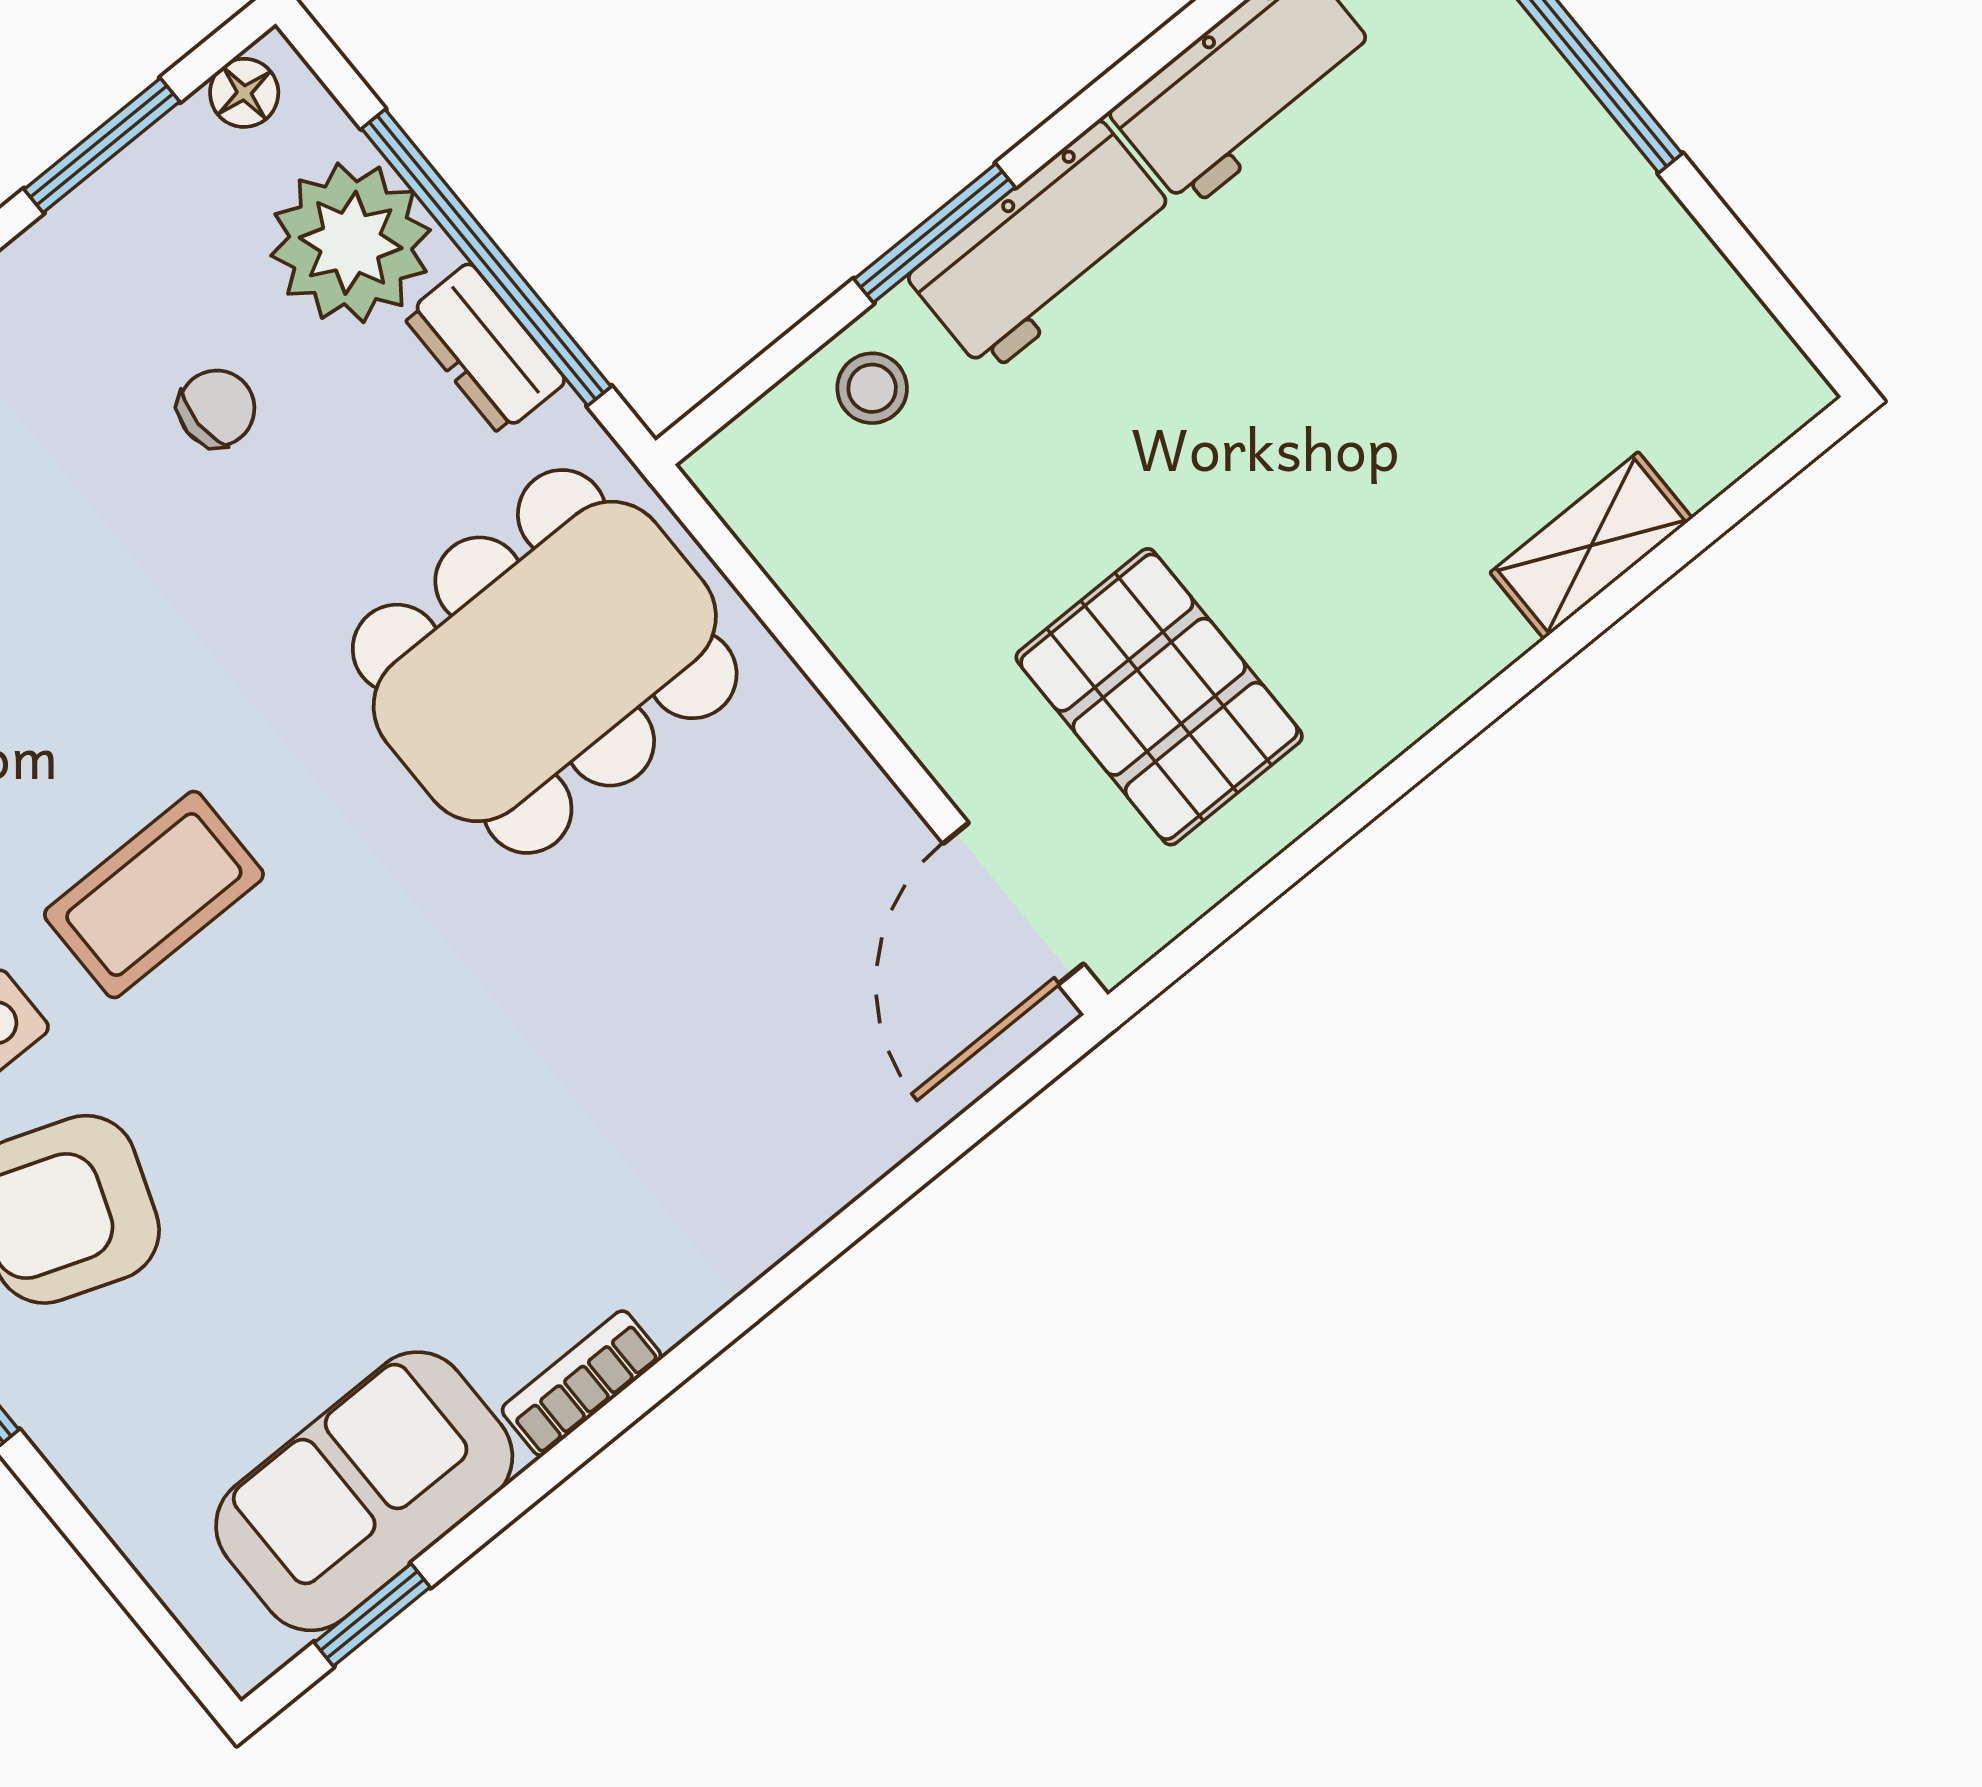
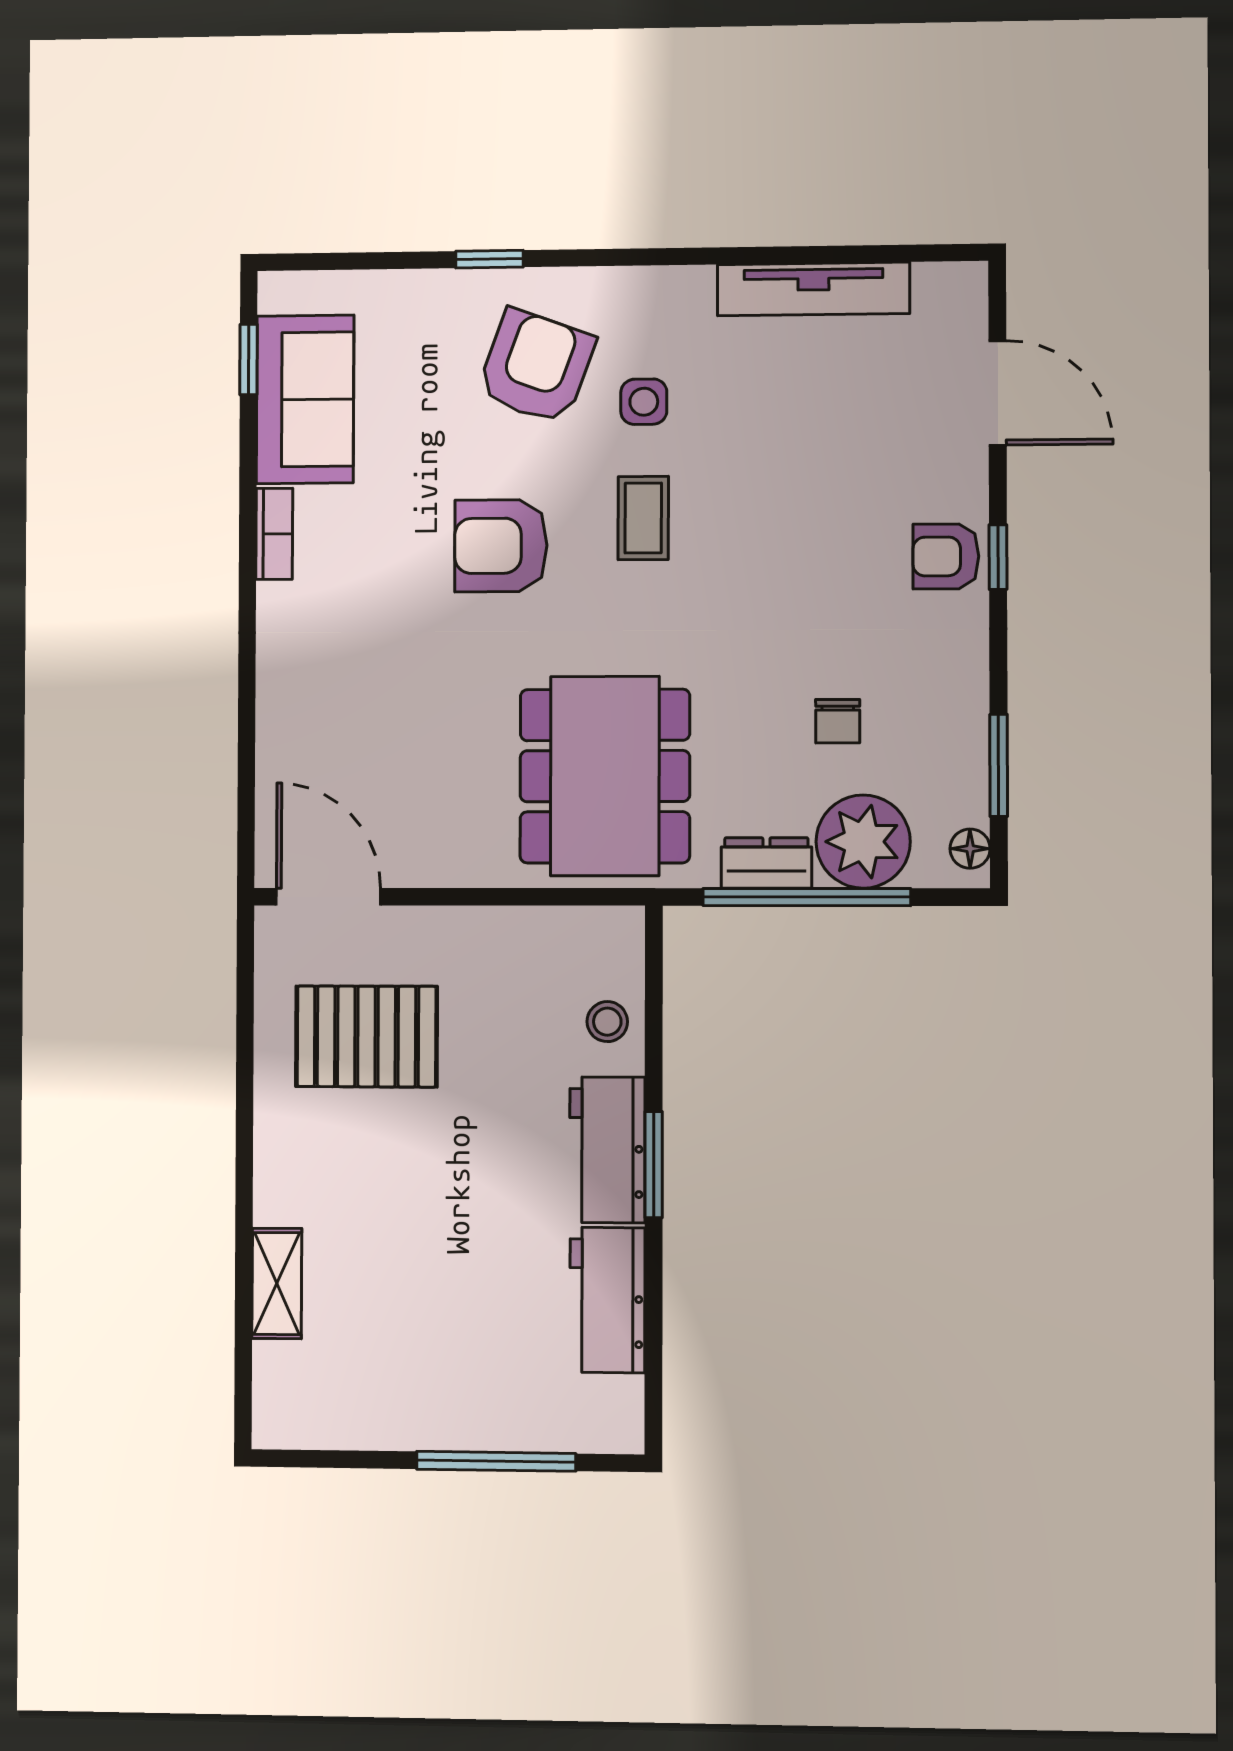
window: (935, 233) -> (654, 1165), moved
coffee table: (154, 895) -> (643, 518), width x0.73, depth x0.77
armchair: (347, 1058) -> (501, 546), added

